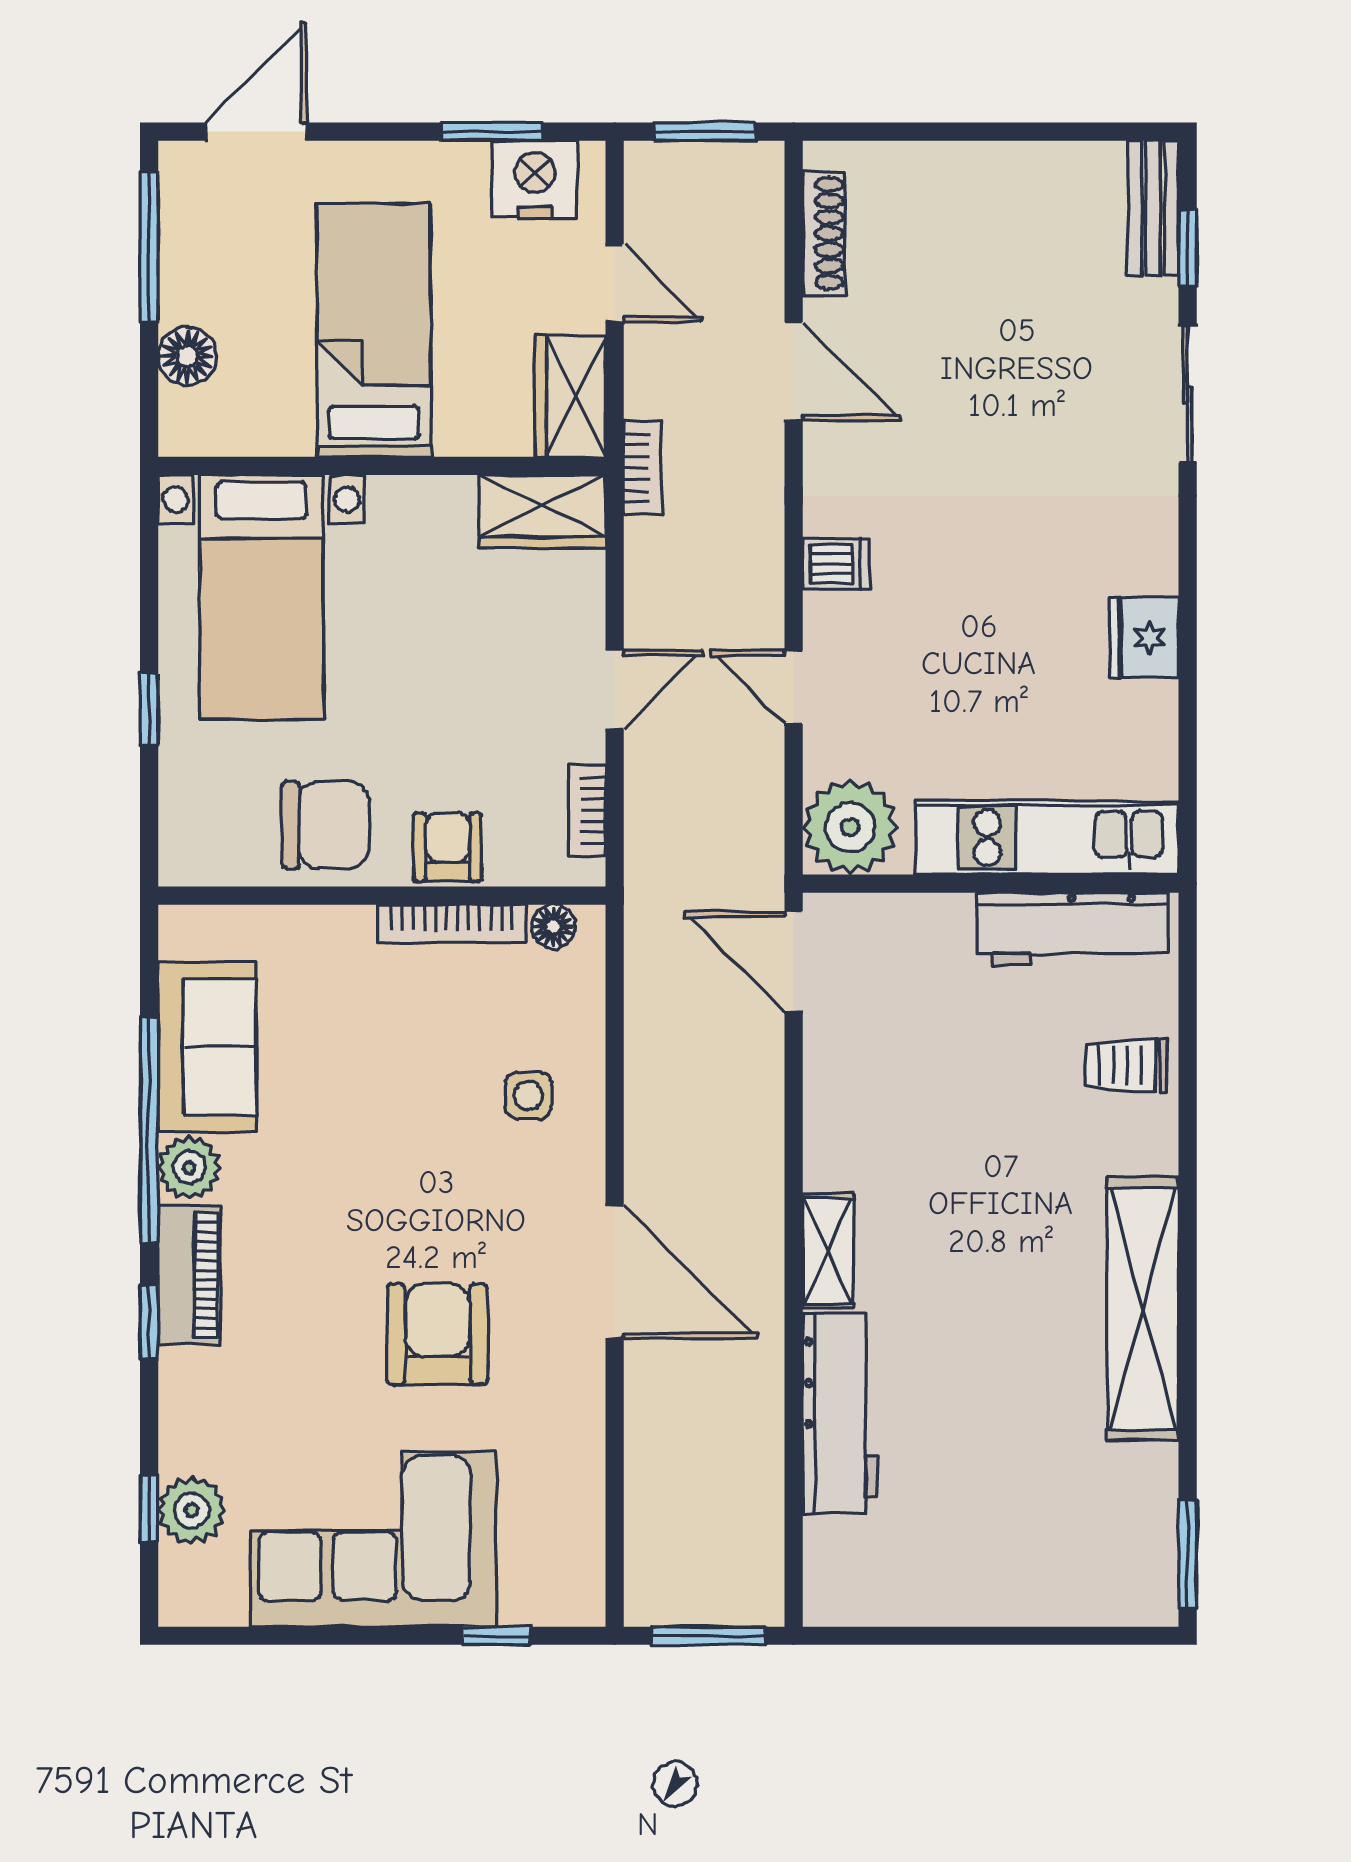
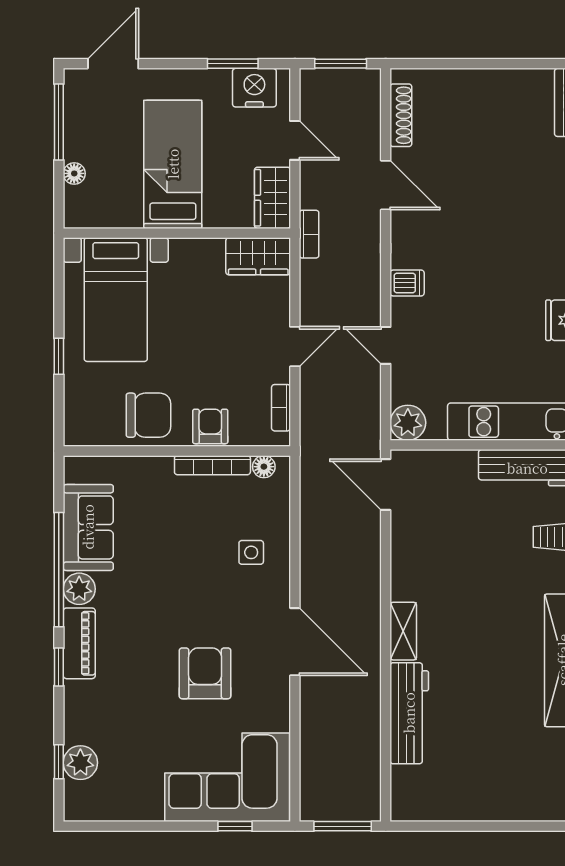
floor lamp: (187, 356) -> (74, 173), width x0.73, depth x0.73
plant: (850, 827) -> (408, 423), width x0.73, depth x0.73
corner sofa: (373, 1539) -> (227, 777), moved

